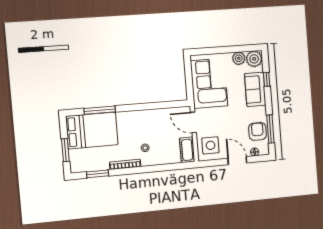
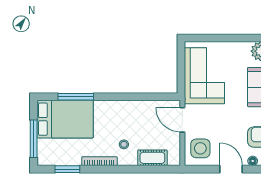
plant: (239, 58) -> (242, 49), removed
window: (65, 150) -> (34, 139), width x1.44
cot: (187, 150) -> (152, 158), moved, turned 90

